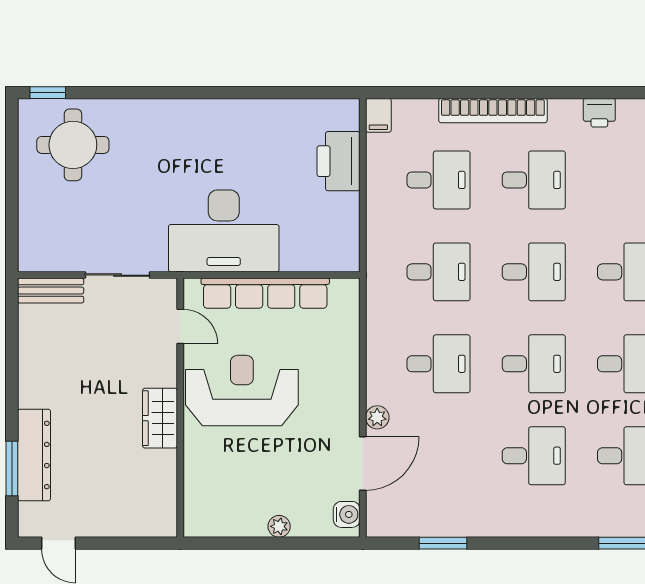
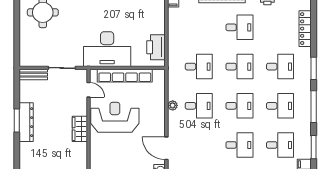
printer: (338, 161) -> (156, 47), moved
desk: (439, 180) -> (199, 27), removed
plant: (377, 417) -> (173, 105), moved
dresser: (34, 455) -> (26, 122), moved
door: (363, 463) -> (166, 148), swing flipped
window: (12, 469) -> (17, 121), moved

